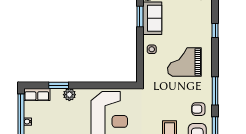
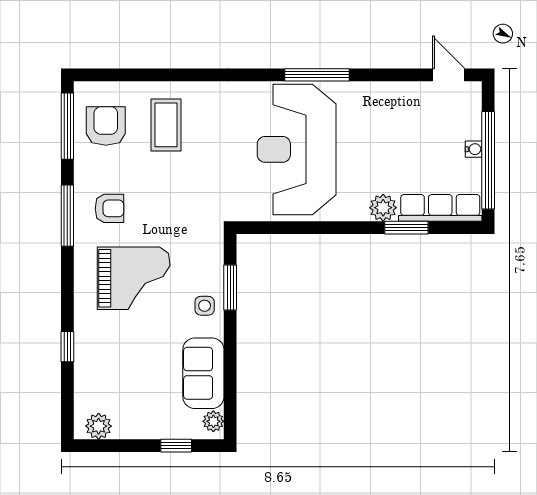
window: (140, 16) -> (230, 288), moved
row of seats: (37, 94) -> (440, 208), width x1.48
armchair: (198, 109) -> (109, 208), moved

